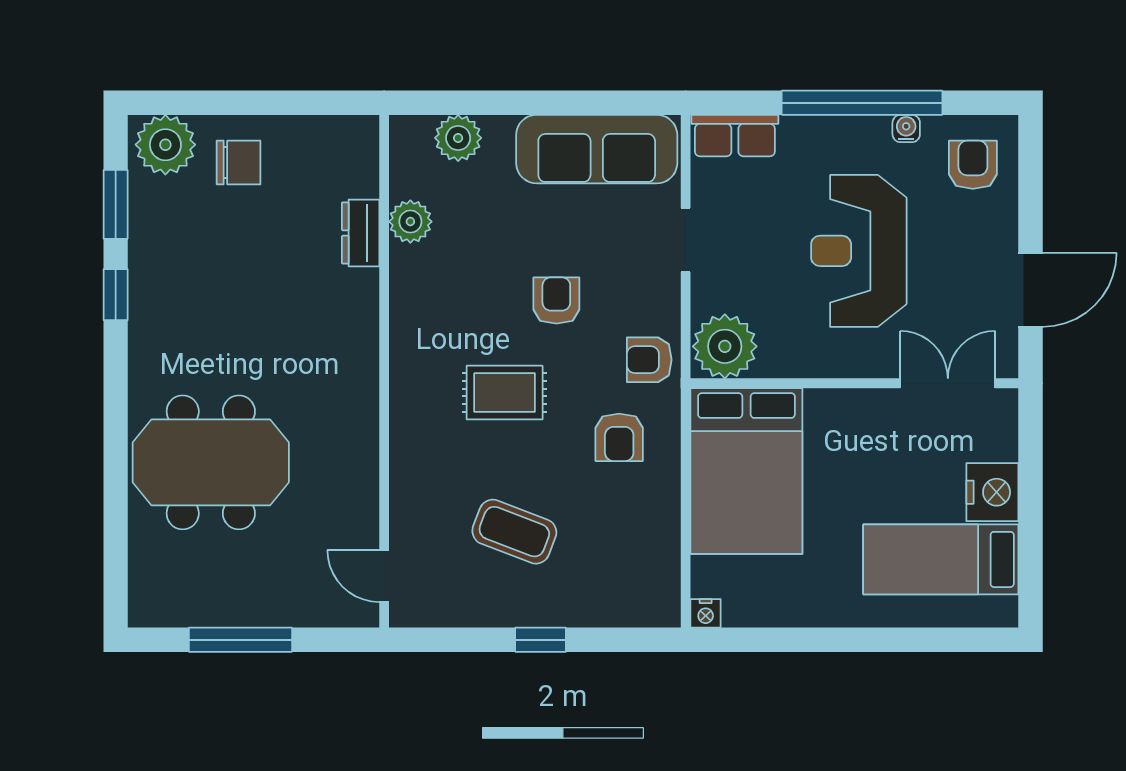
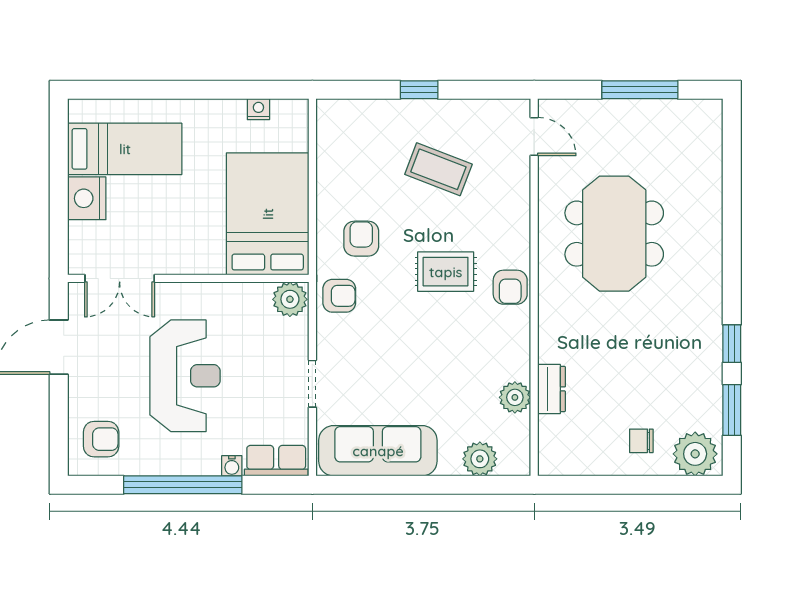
water cooler: (906, 128) -> (232, 466), moved
chair: (239, 162) -> (641, 441), width x0.73, depth x0.73
armchair: (973, 165) -> (101, 439), turned -90
armchair: (556, 300) -> (510, 287), moved
plant: (725, 346) -> (290, 299), width x0.73, depth x0.73
meeting table: (211, 462) -> (614, 234), moved, turned 90
nightstand: (706, 613) -> (258, 109), moved

